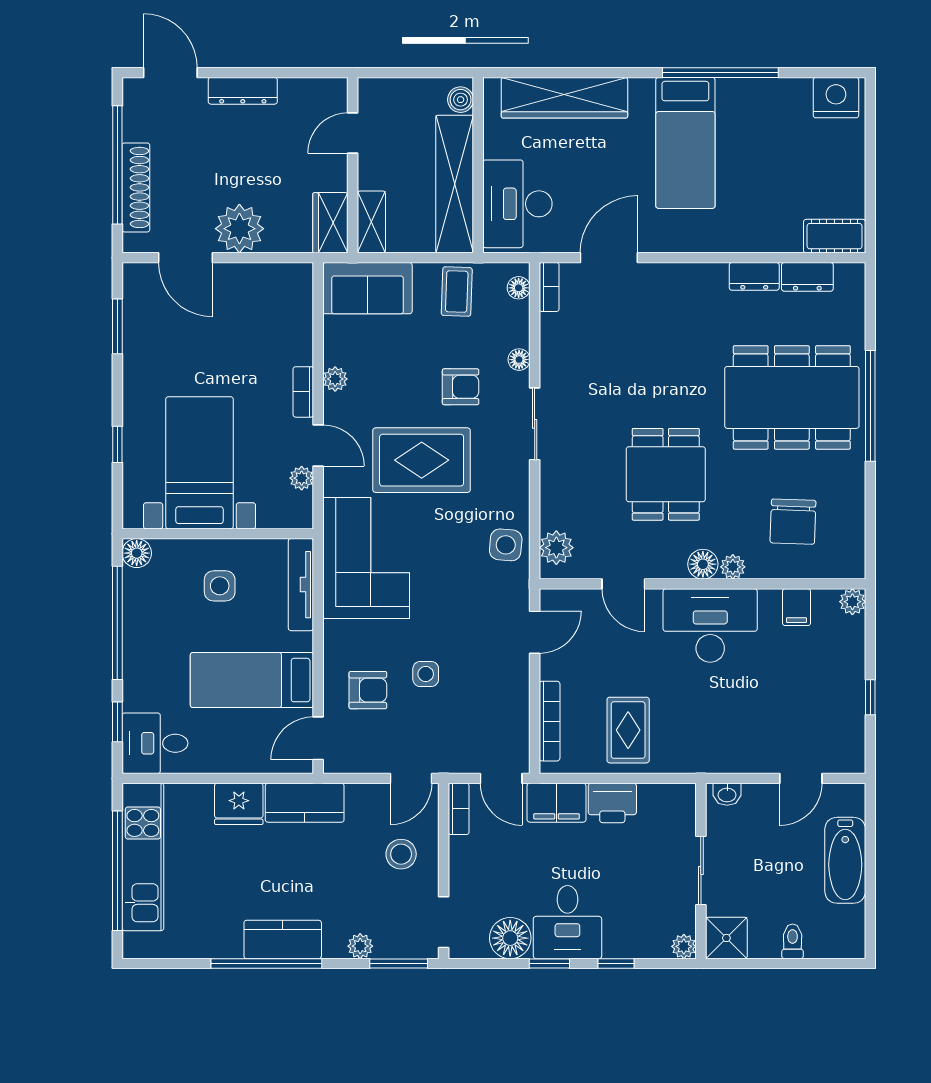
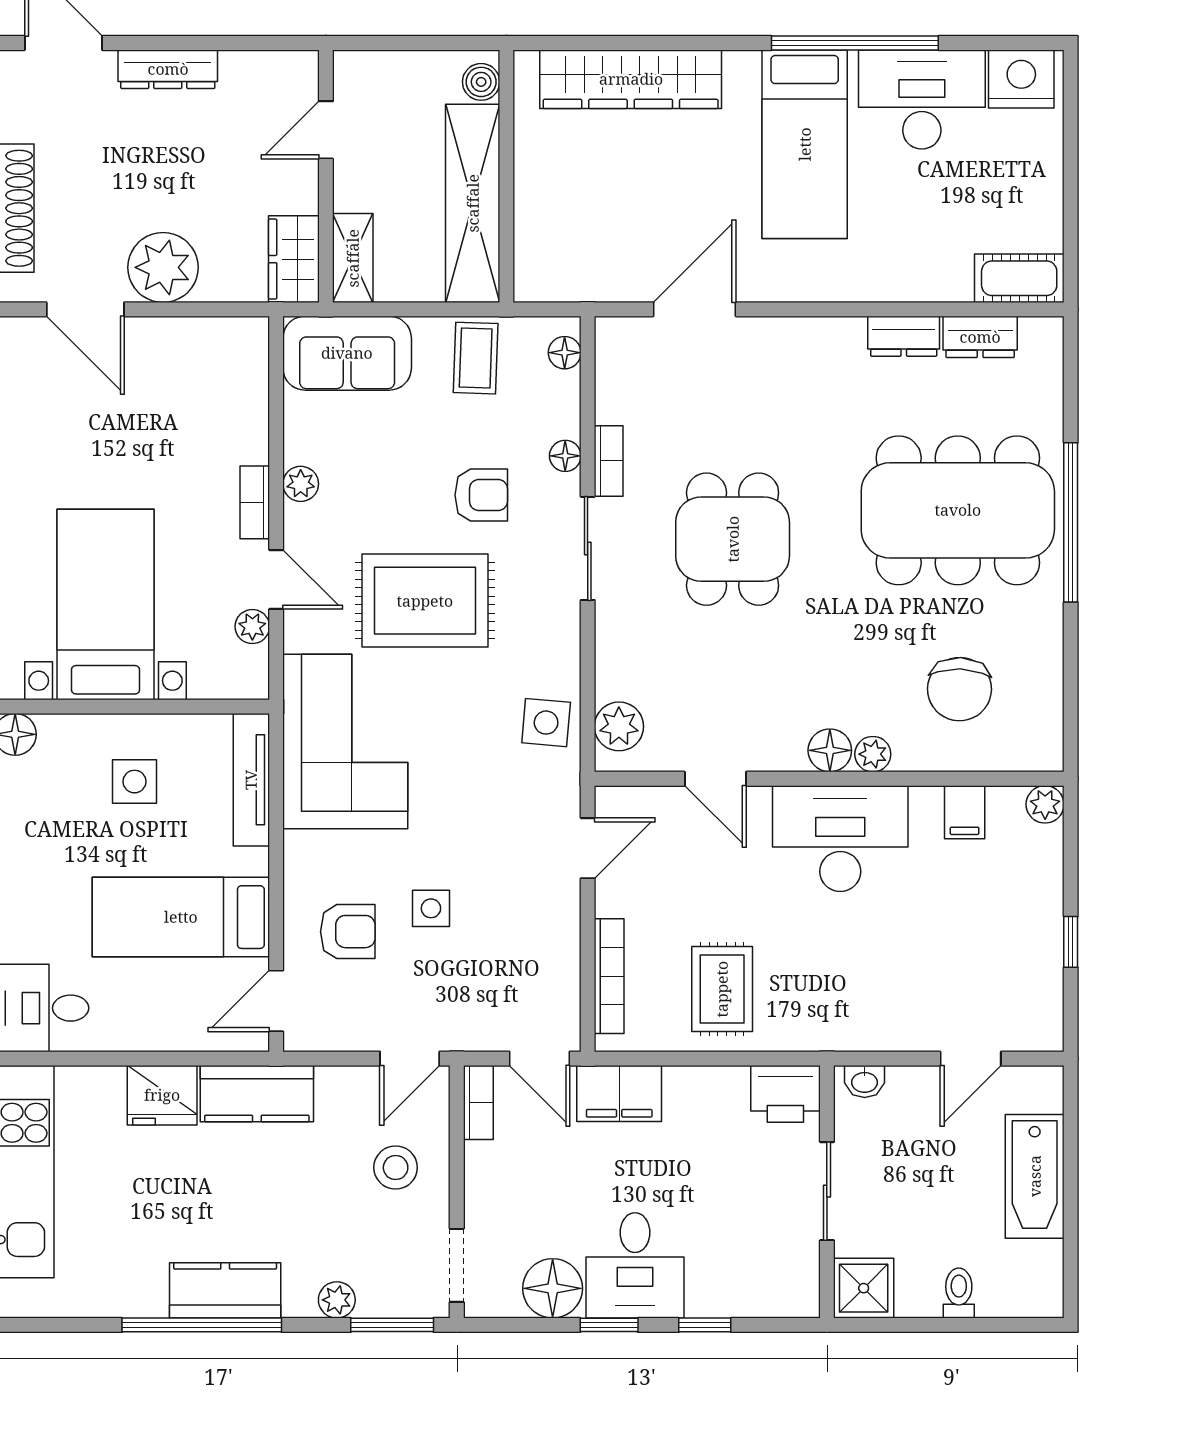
desk: (517, 204) -> (922, 99), moved, turned 90
bookcase: (549, 287) -> (609, 461), moved
dining table: (666, 474) -> (733, 539), moved
printer: (612, 803) -> (785, 1094), moved
plant: (684, 946) -> (802, 1300), removed

